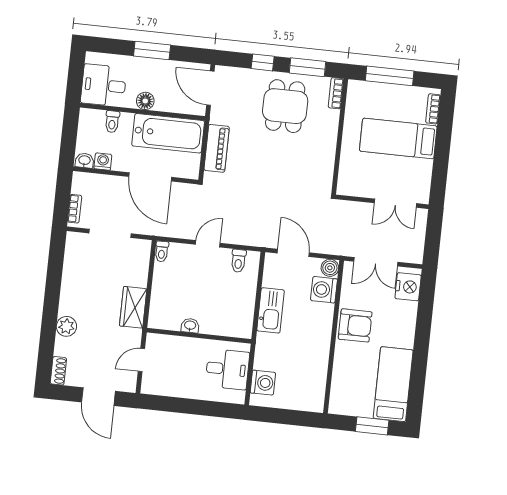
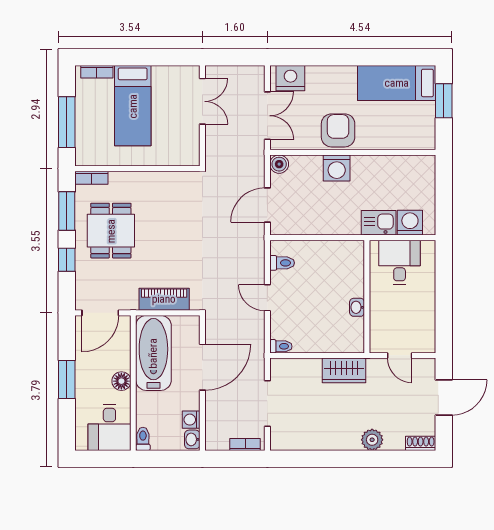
dining table: (285, 106) -> (111, 231), turned 90
toilet: (112, 122) -> (143, 439), moved, turned -90
washing machine: (324, 290) -> (337, 168), moved
kitchen sink: (271, 310) -> (379, 223), moved, width x0.73

